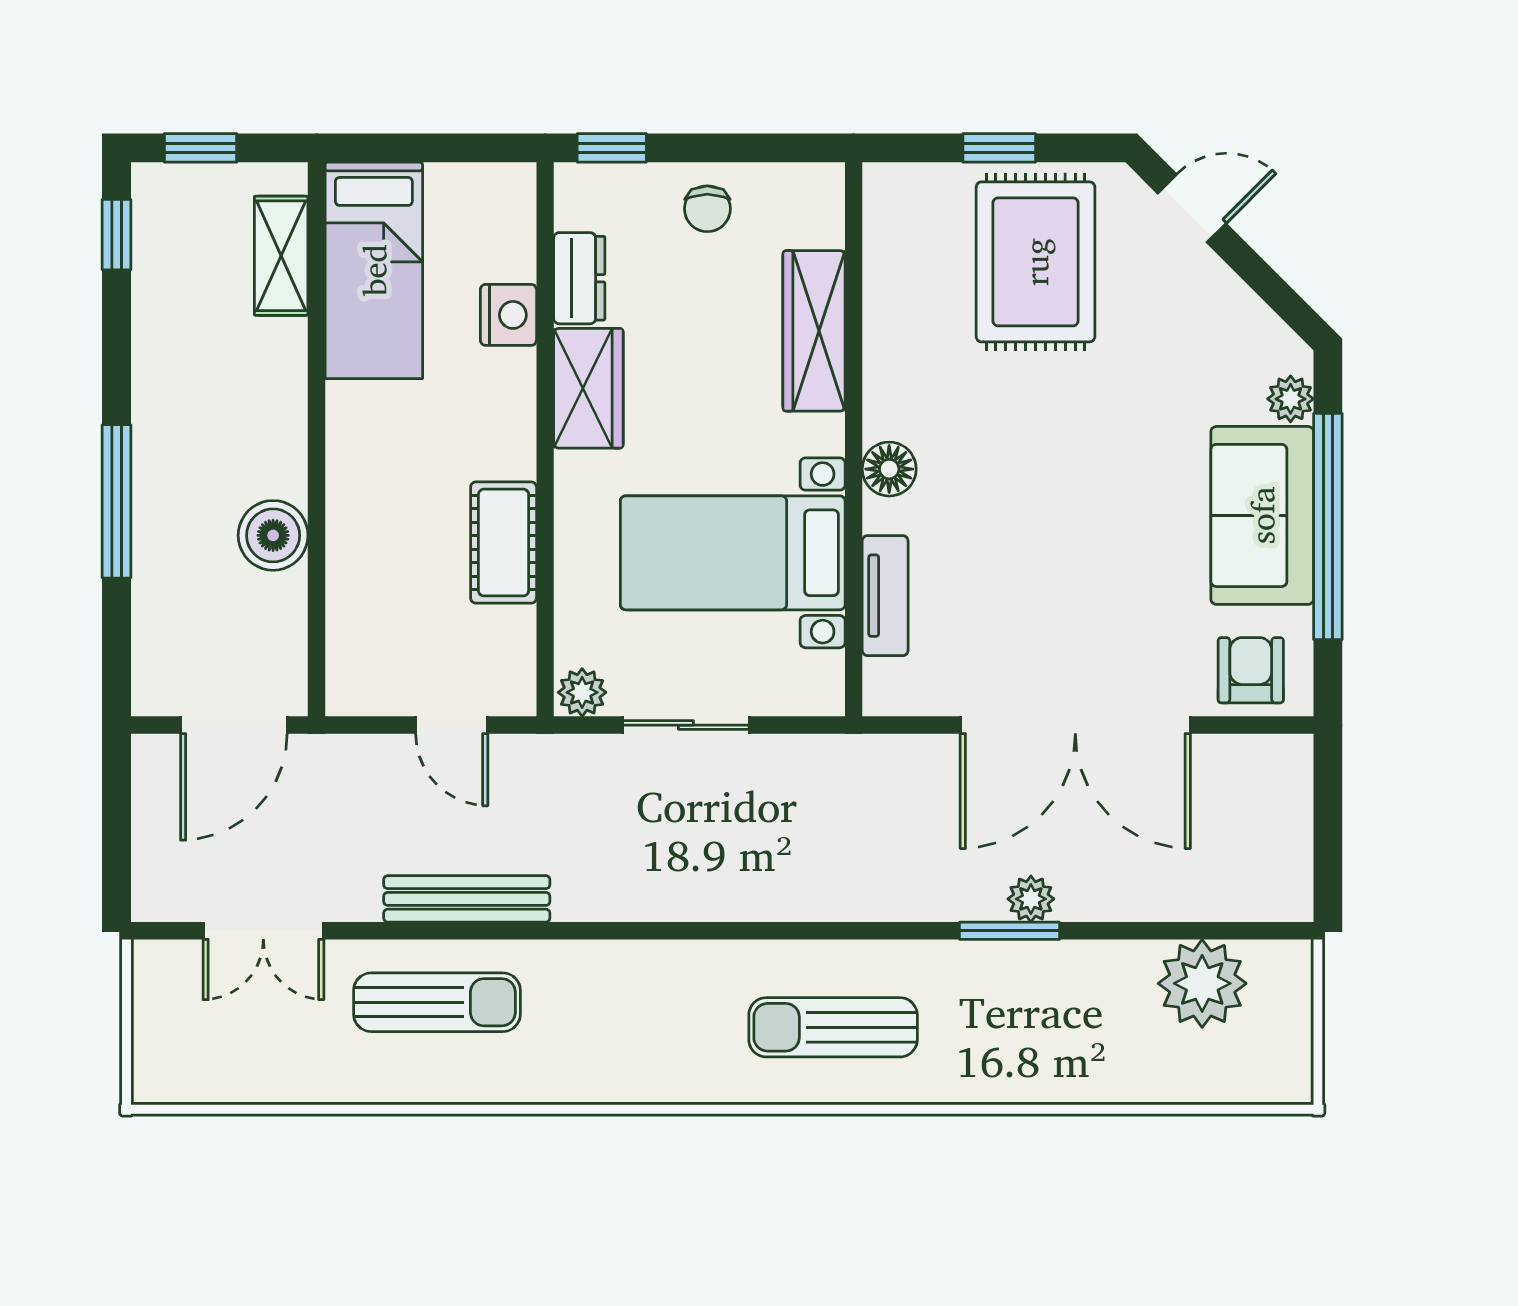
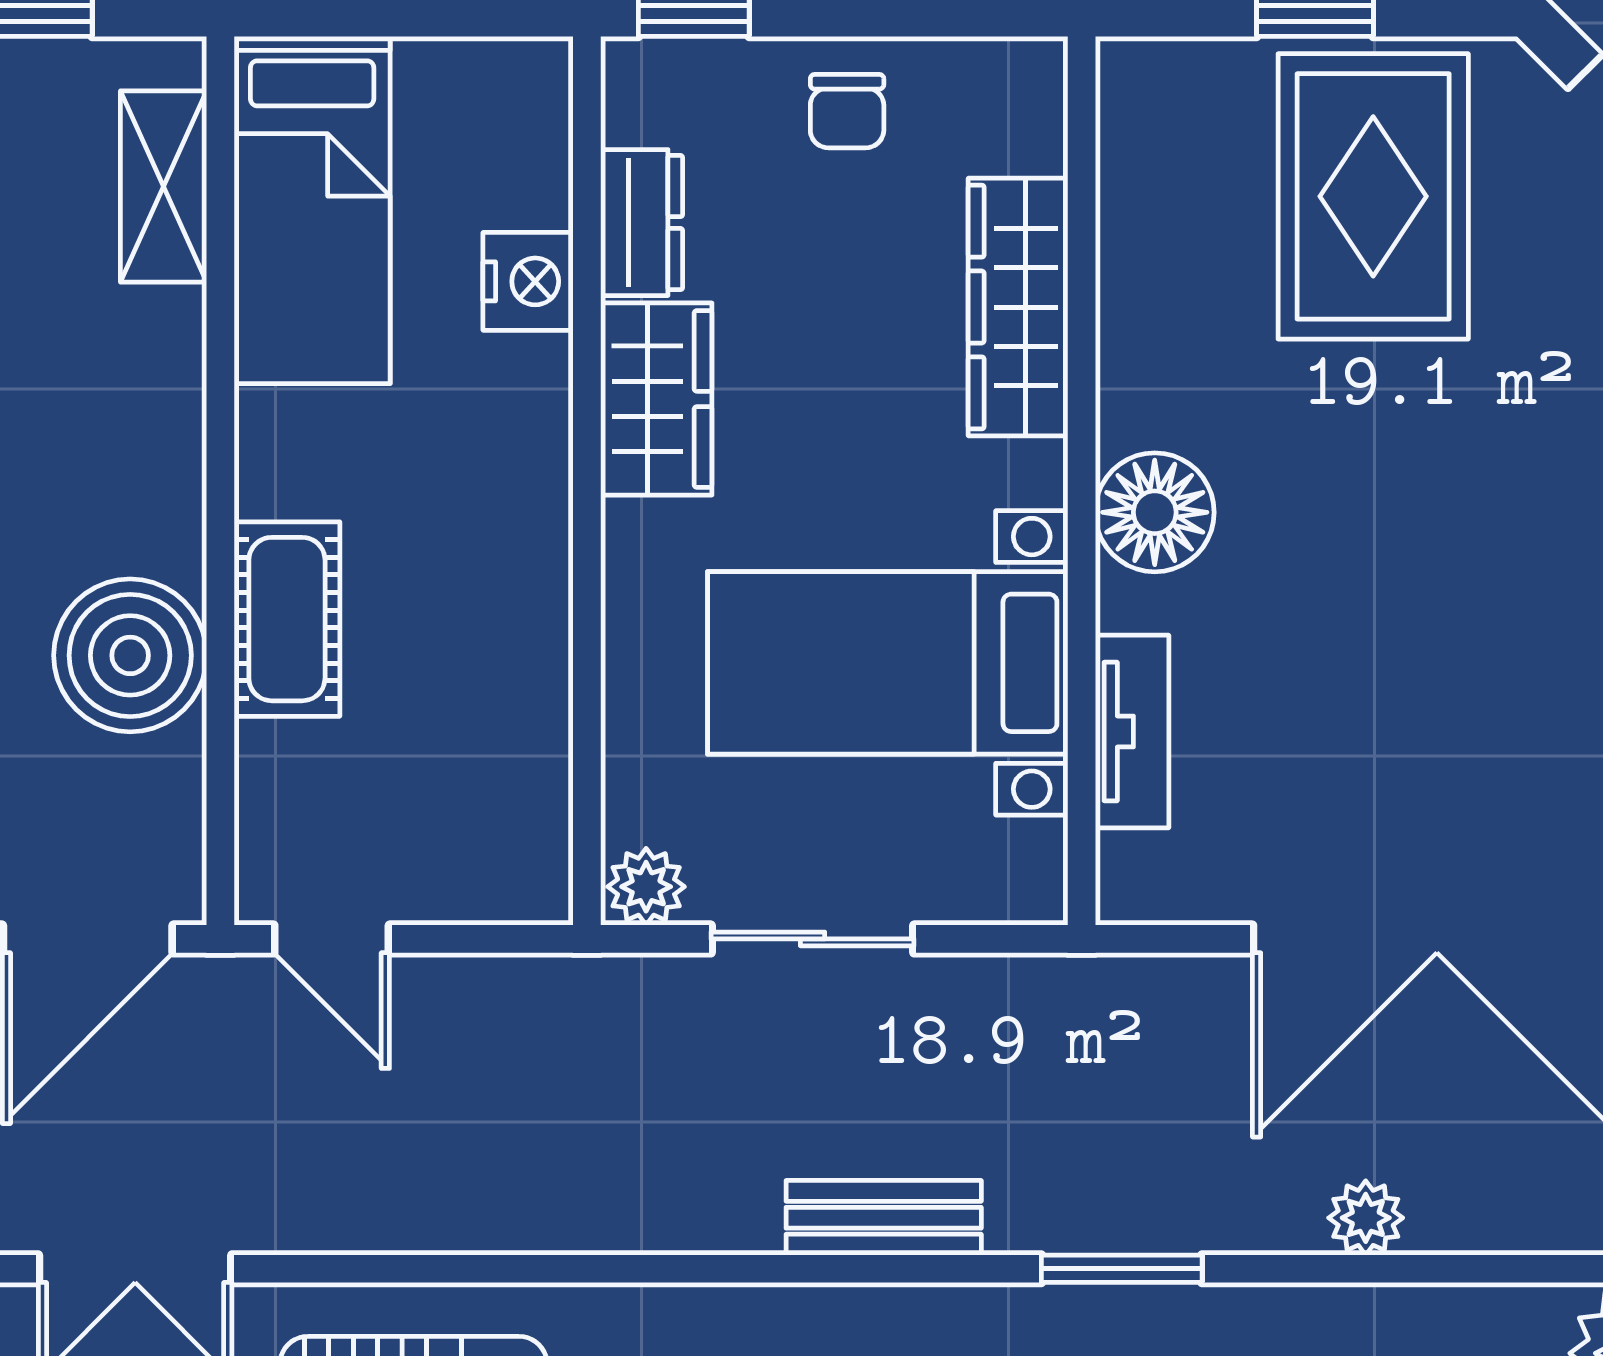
floor lamp: (889, 469) -> (1155, 512), width x1.38, depth x1.38
boiler: (273, 535) -> (130, 655), width x1.37, depth x1.37
cot: (504, 543) -> (287, 619), moved
door: (452, 725) -> (332, 939), moved
bench: (467, 899) -> (884, 1218), moved, width x0.73
window: (1009, 931) -> (1122, 1269), moved

